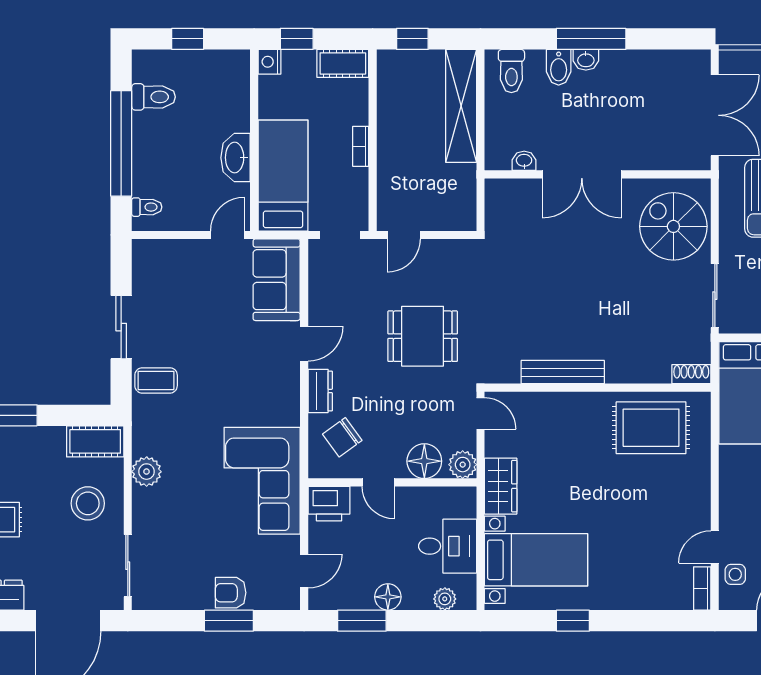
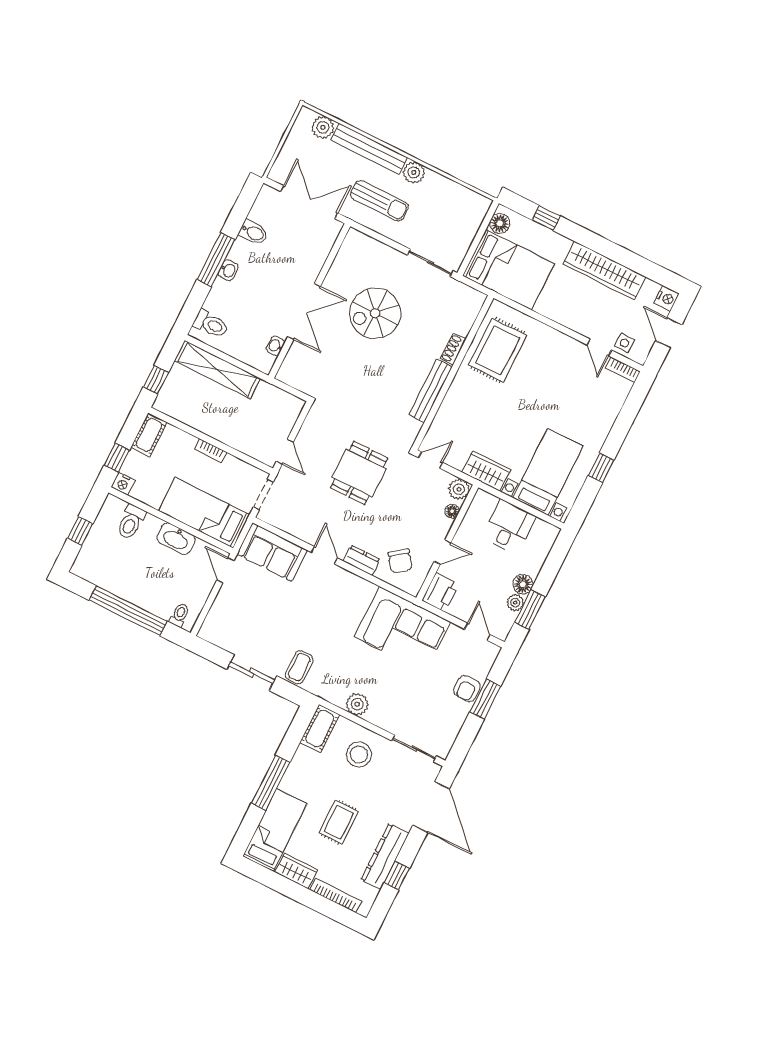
bidet: (559, 67) -> (253, 233), moved
toilet: (154, 97) -> (131, 522), moved, turned 180
spiral stairs: (673, 226) -> (375, 313), moved
shoe rack: (691, 374) -> (453, 349), moved
floor lamp: (424, 461) -> (452, 511), width x0.53, depth x0.53
plant: (445, 599) -> (515, 603), moved

